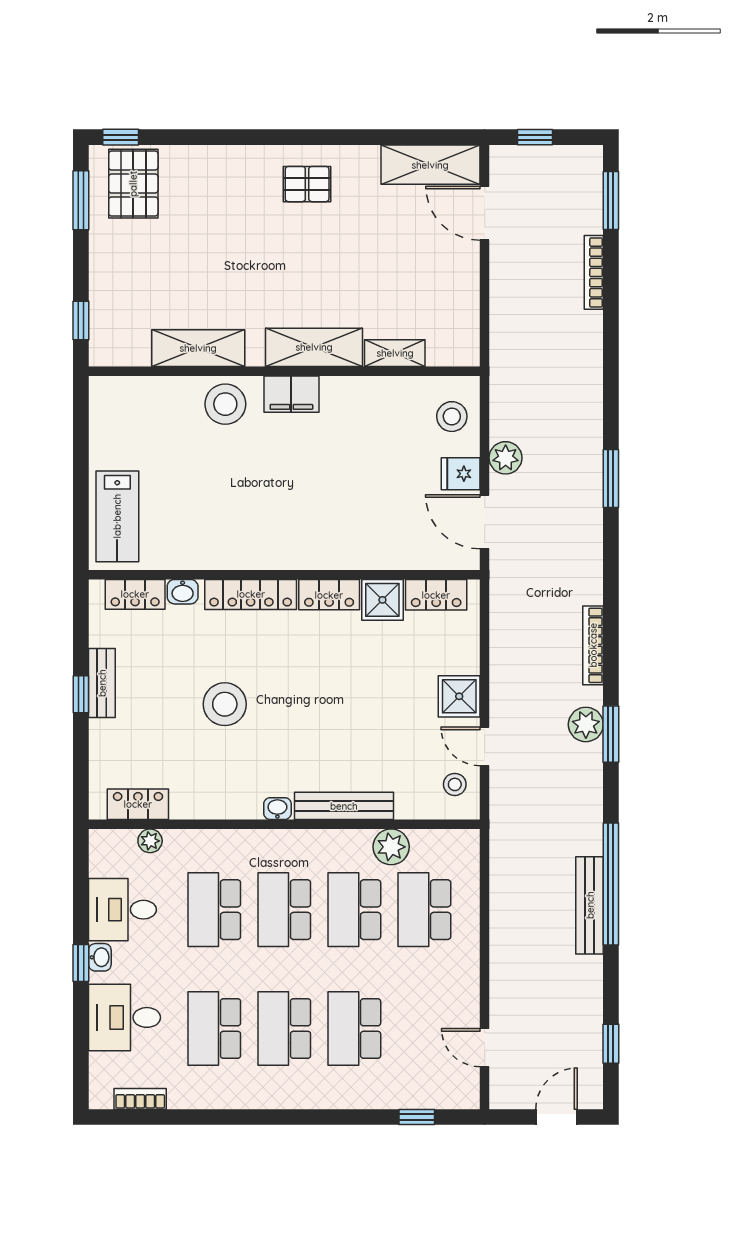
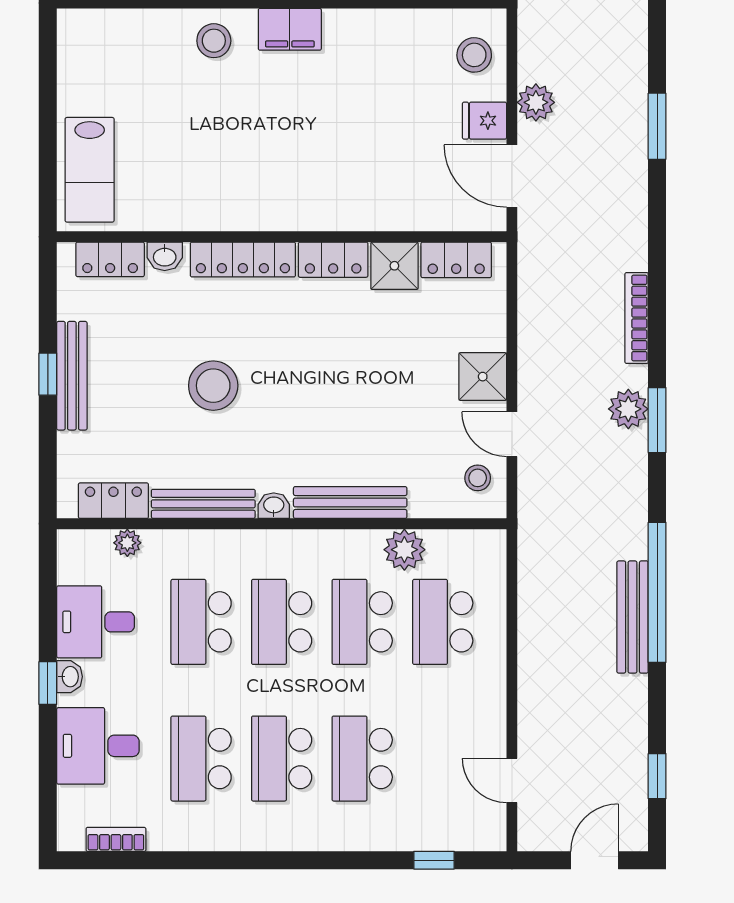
stool: (225, 404) -> (214, 41), width x0.73, depth x0.73
bench: (102, 683) -> (72, 376), width x1.36
bench: (216, 807) -> (203, 504), added

